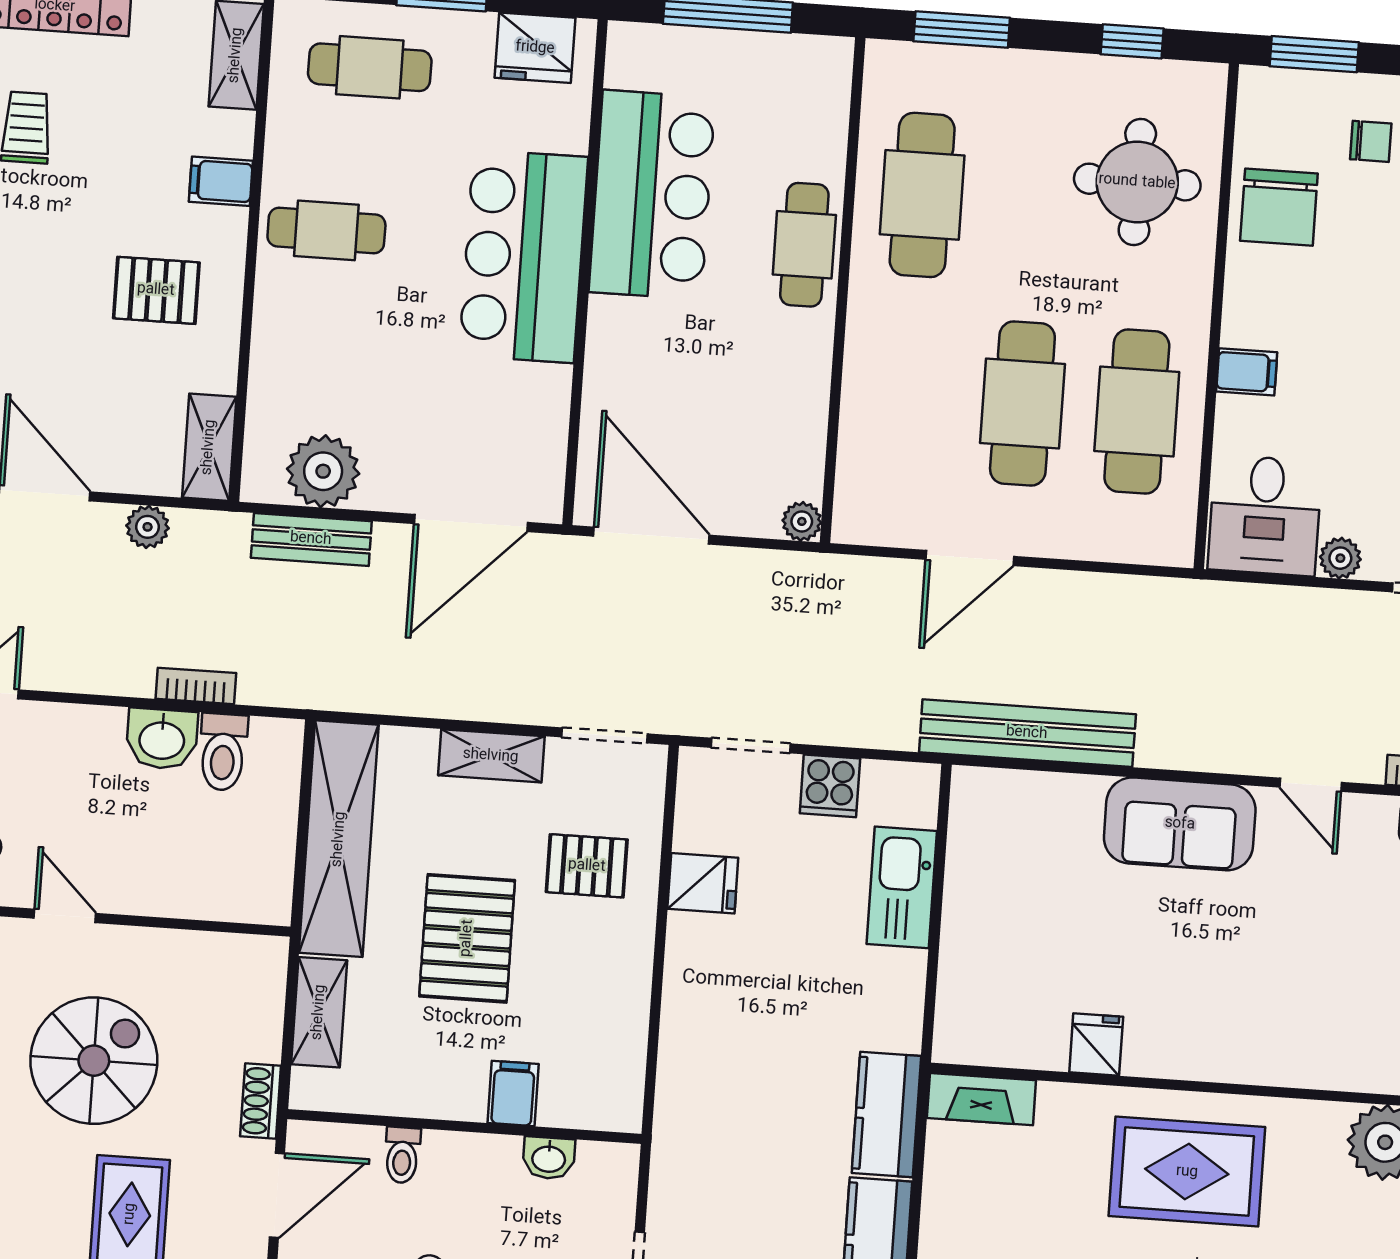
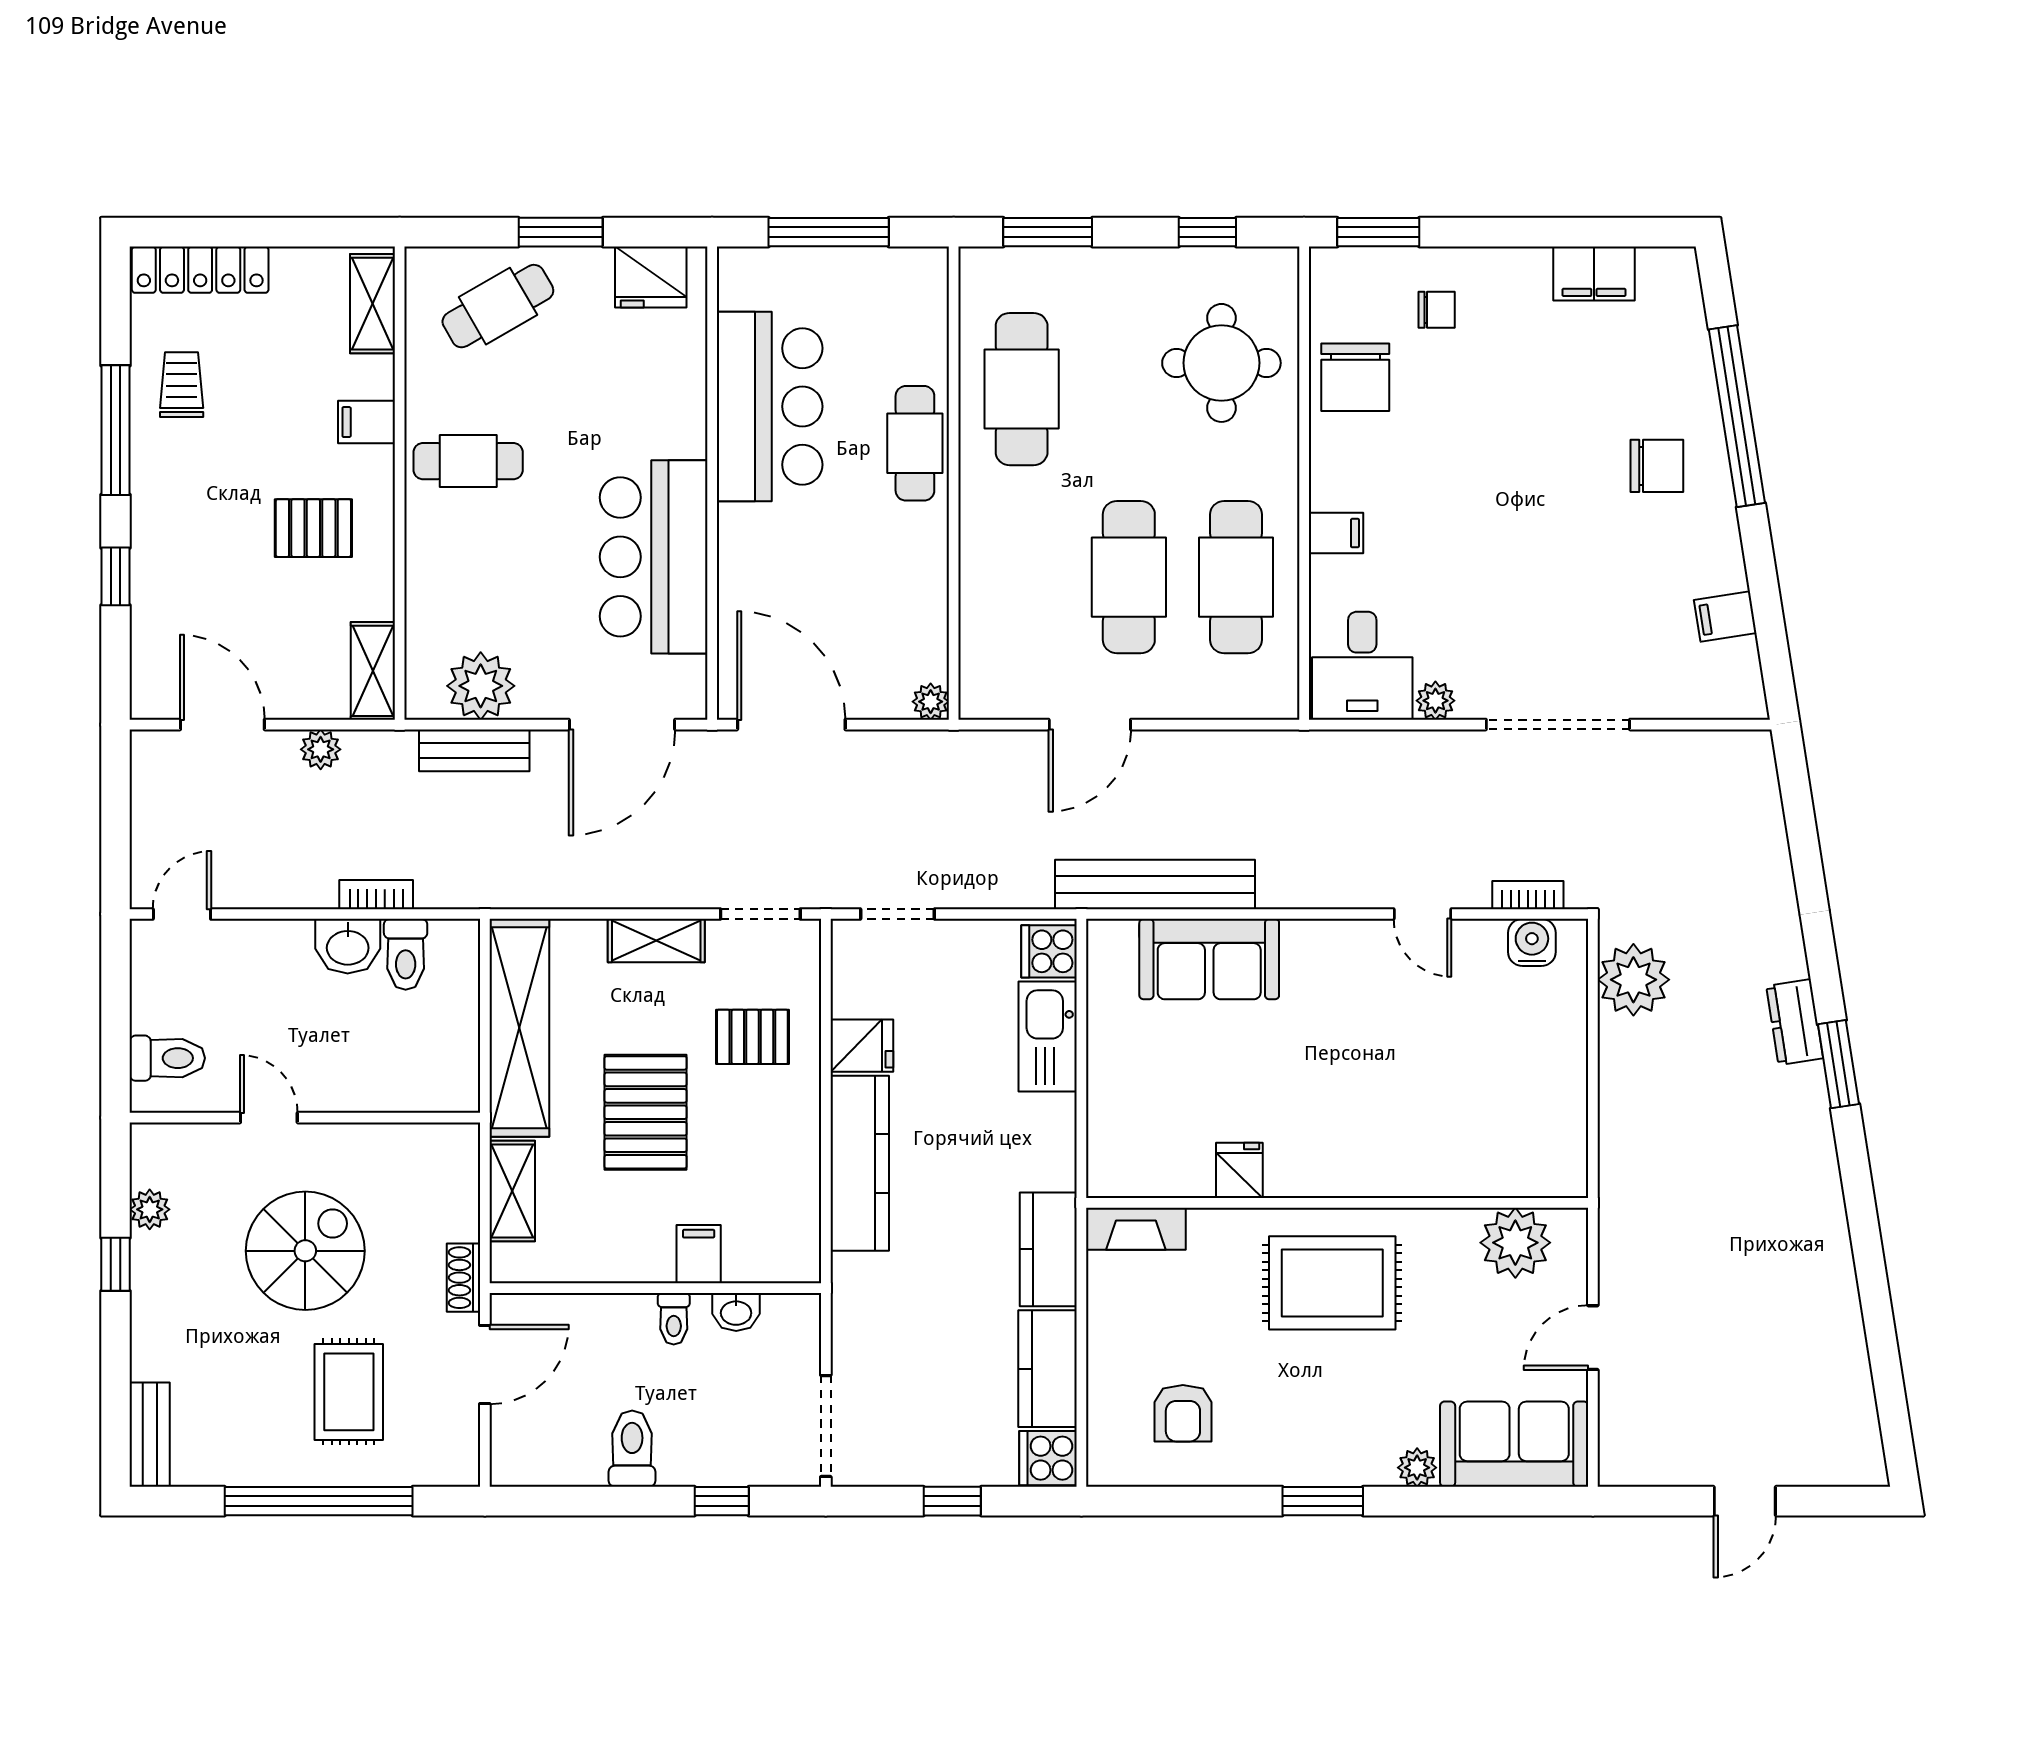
cafe table: (370, 67) -> (498, 306), turned -30
bar counter: (523, 256) -> (654, 557), moved
cooker: (830, 786) -> (1049, 951), moved, turned 90
sofa: (1180, 824) -> (1209, 959), moved
kitchen counter: (692, 1009) -> (860, 1163), added
toilet: (402, 1155) -> (674, 1319), moved

